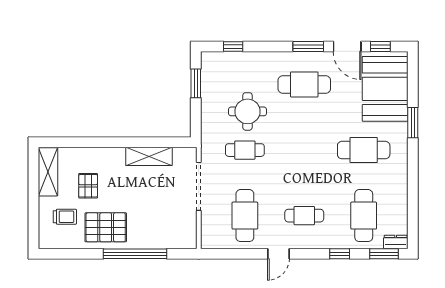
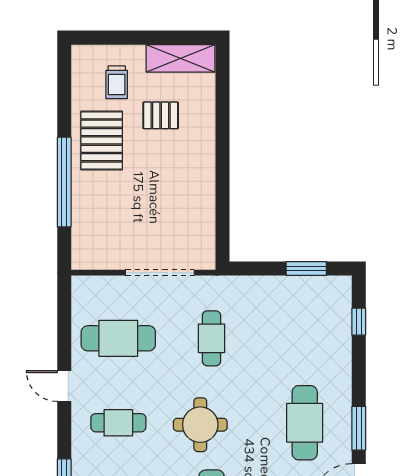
round table: (247, 111) -> (200, 425), moved
shelving: (149, 156) -> (203, 202), removed
cafe table: (304, 216) -> (118, 423), turned 90

